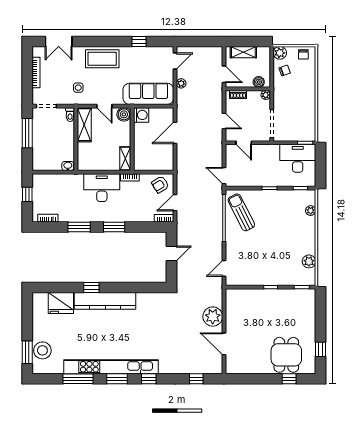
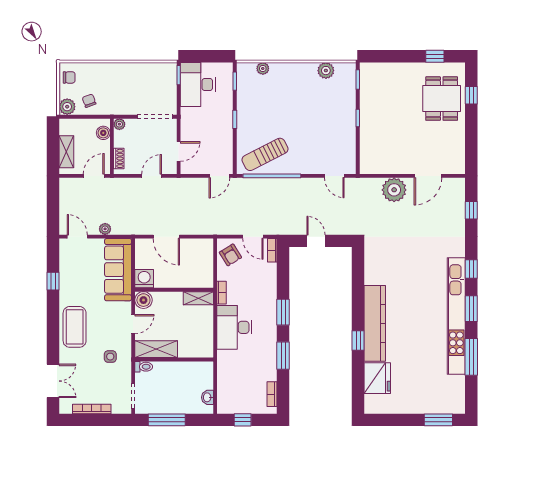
washbasin: (68, 166) -> (207, 397), moved
stool: (42, 350) -> (436, 401), removed
dining table: (286, 355) -> (442, 99), turned 90

